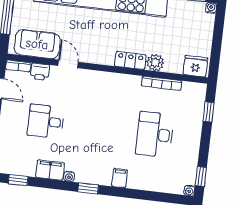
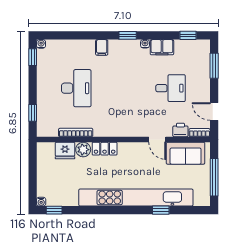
fridge: (195, 66) -> (65, 151), moved

